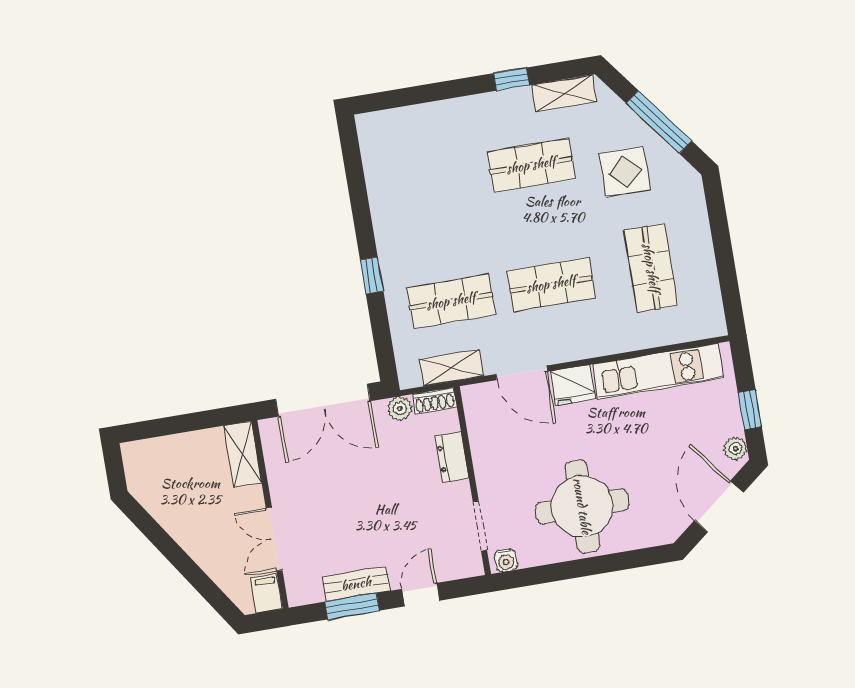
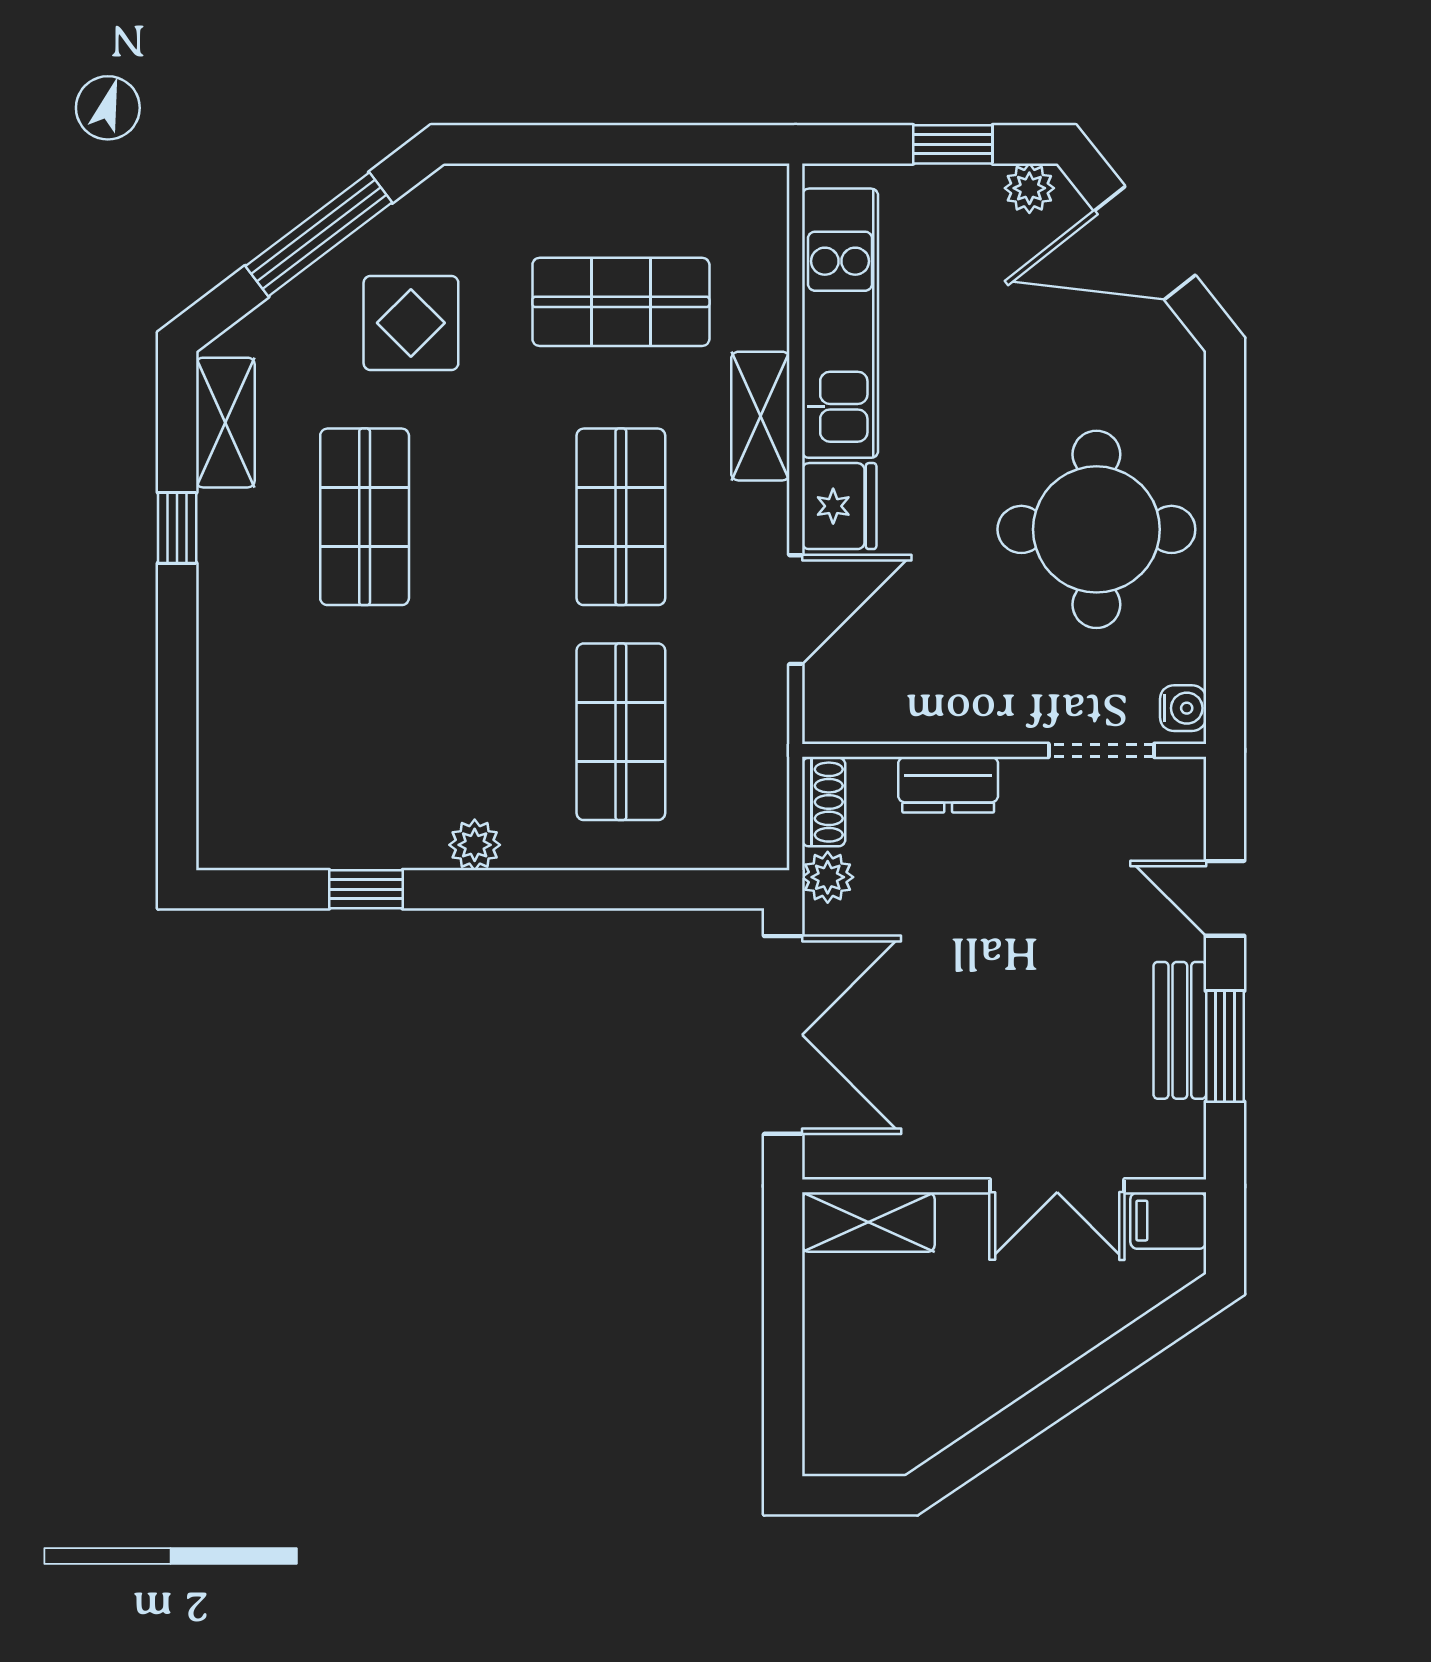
plant: (387, 242) -> (475, 845), added
window: (372, 275) -> (366, 889), moved
shelving: (451, 368) -> (760, 416), moved

